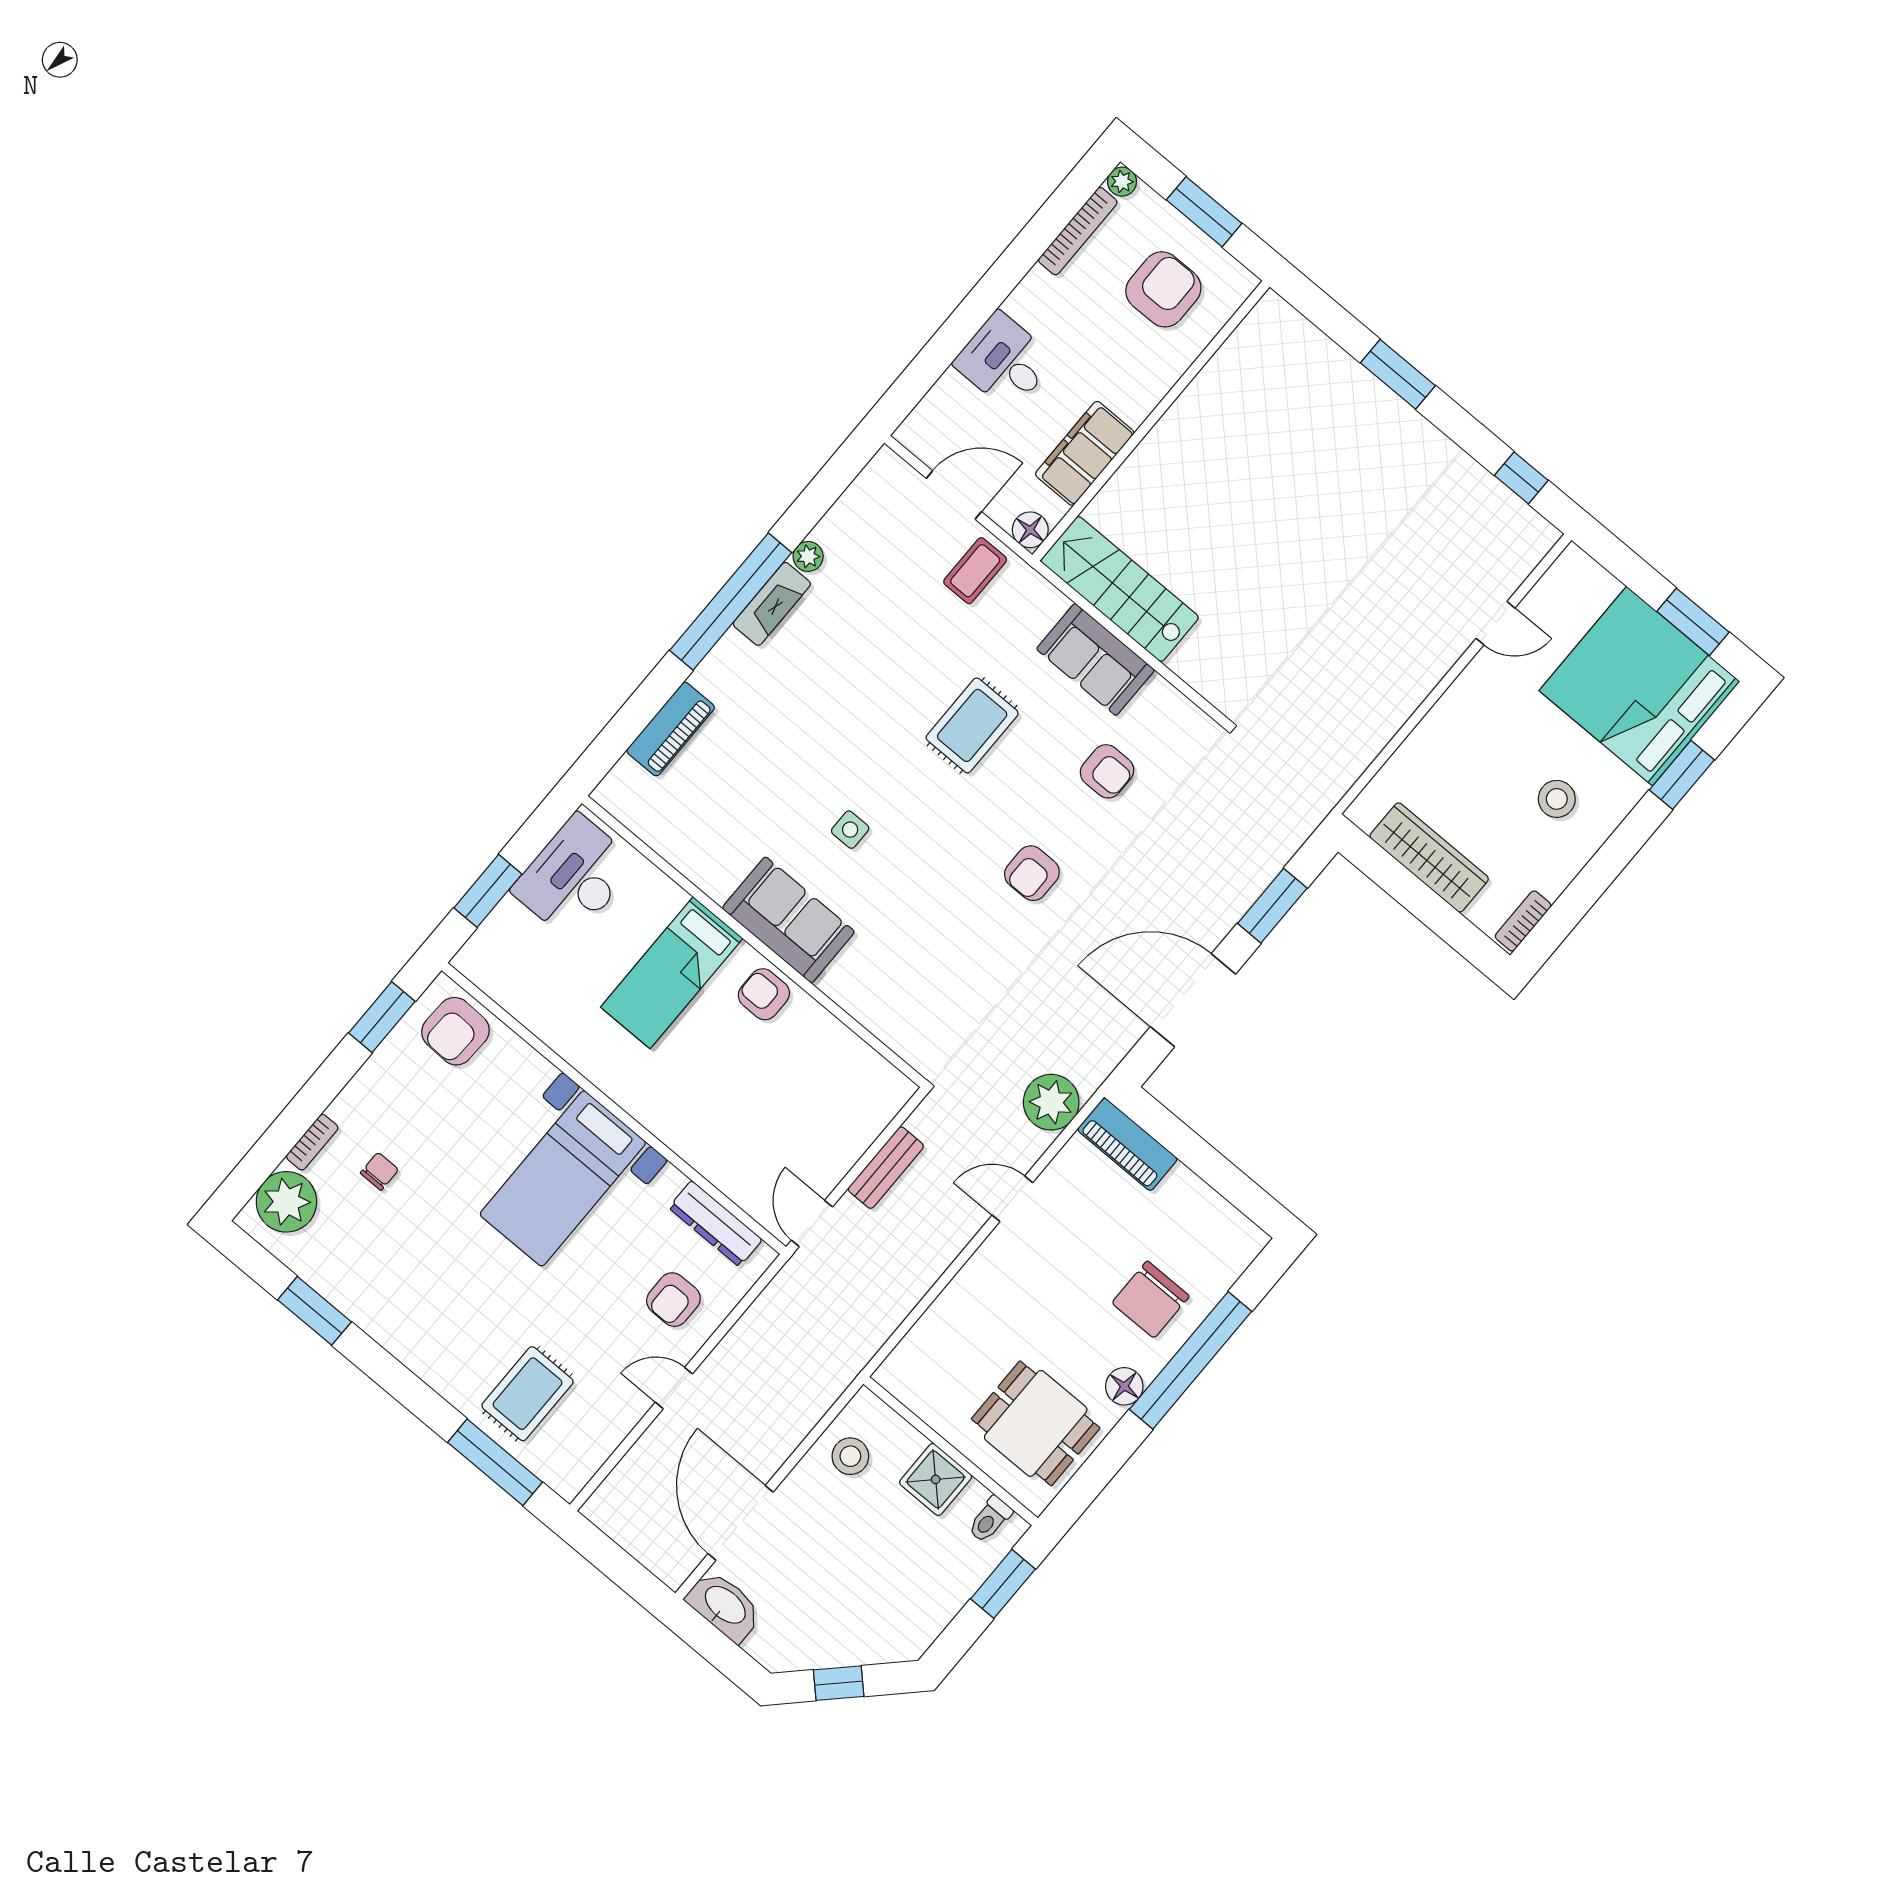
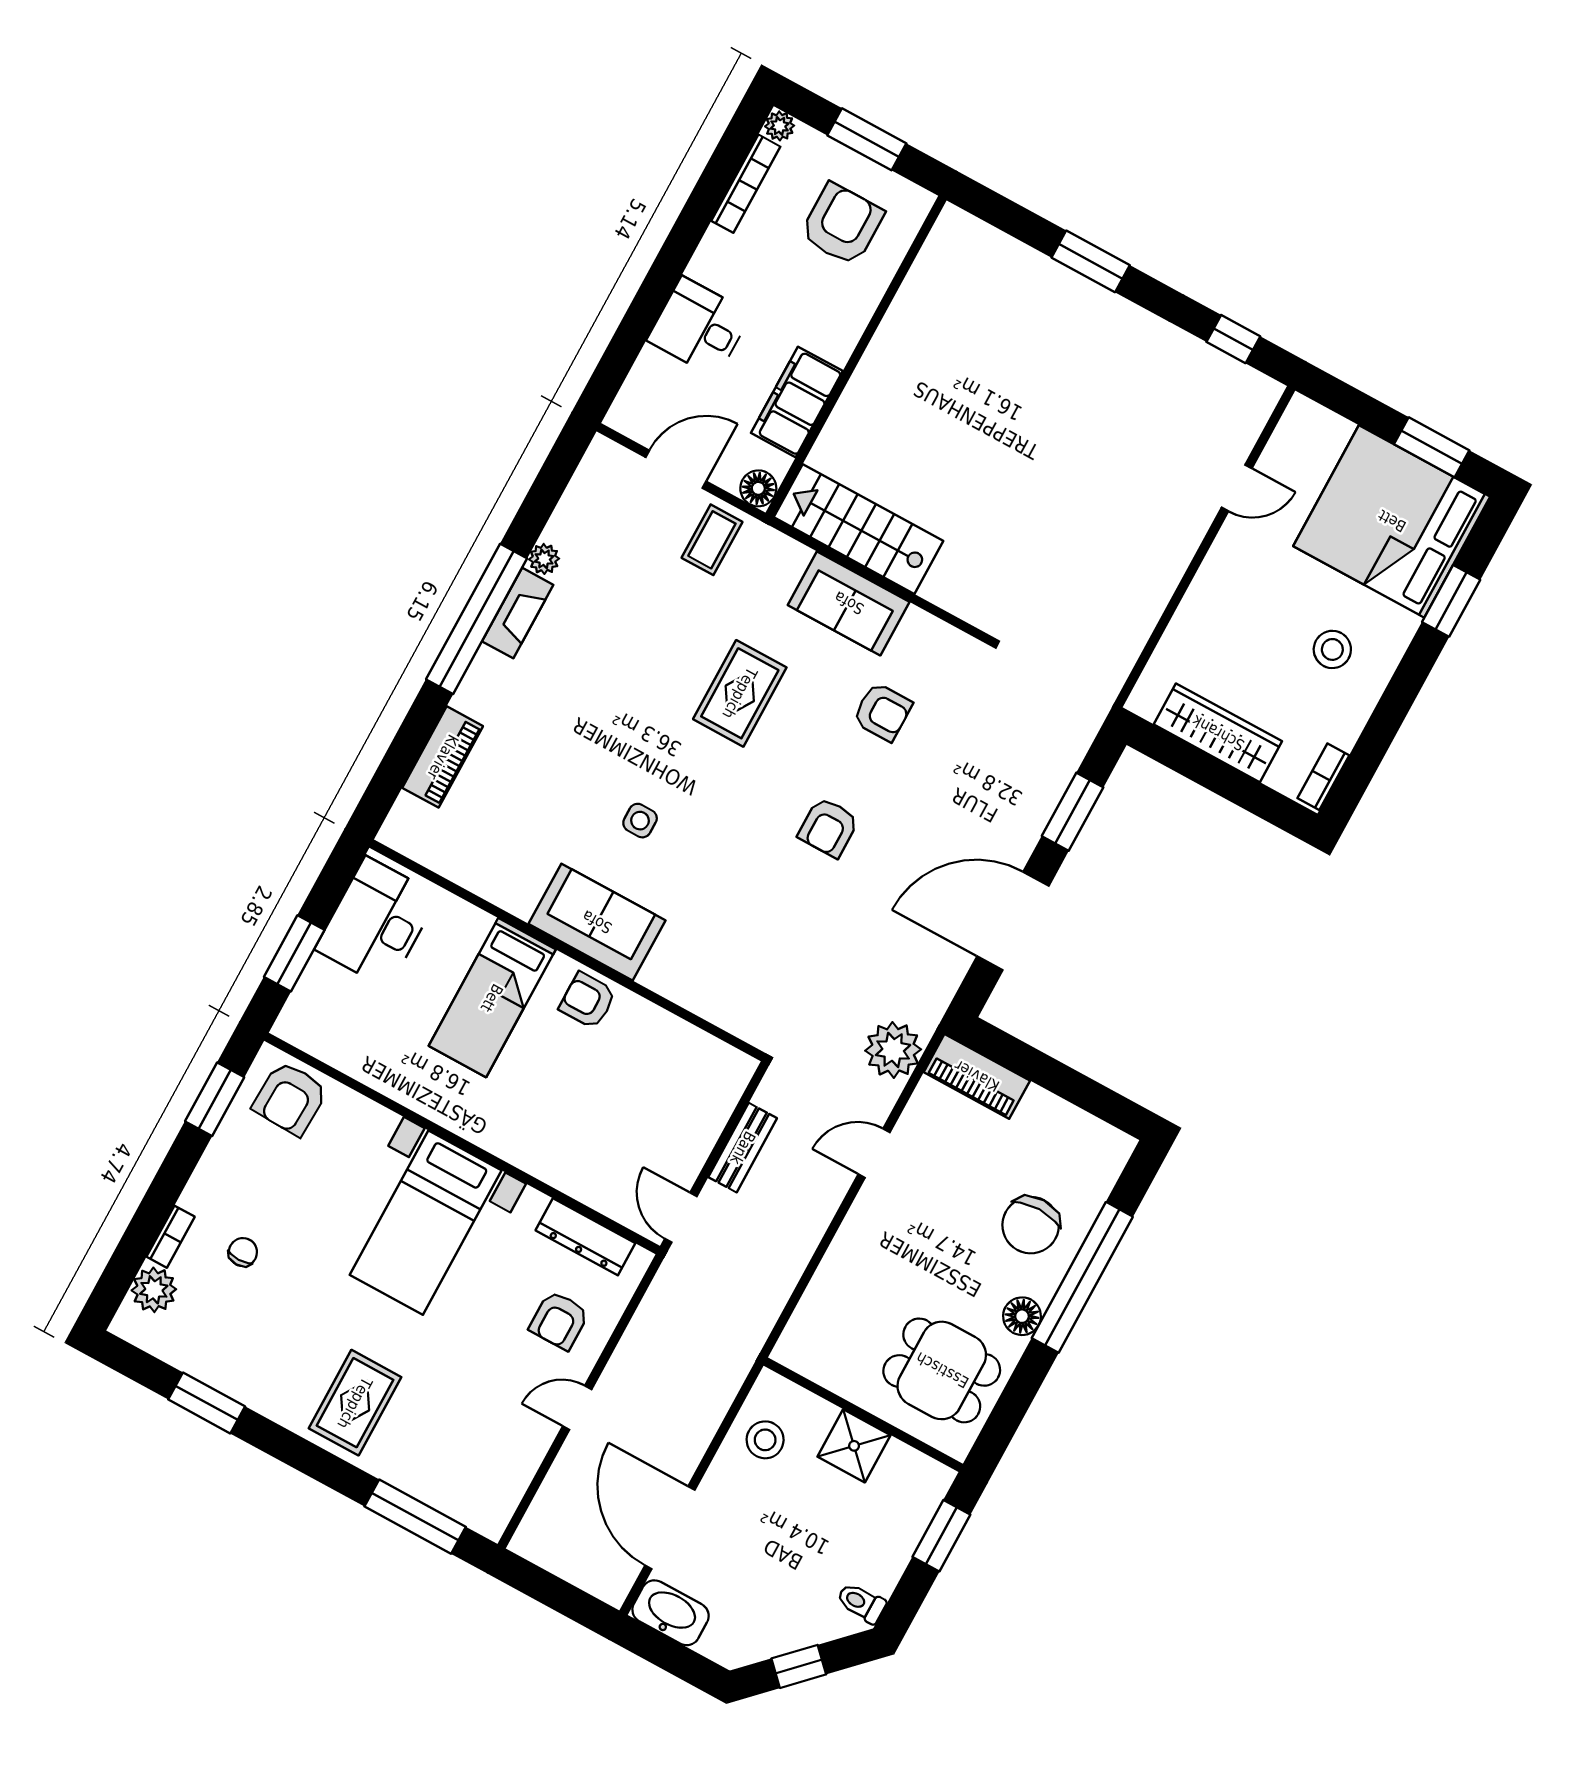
plant: (286, 1202) -> (154, 1290), width x0.73, depth x0.73
rug: (528, 1394) -> (355, 1403), moved
toilet: (990, 1519) -> (861, 1603), moved, turned 90

